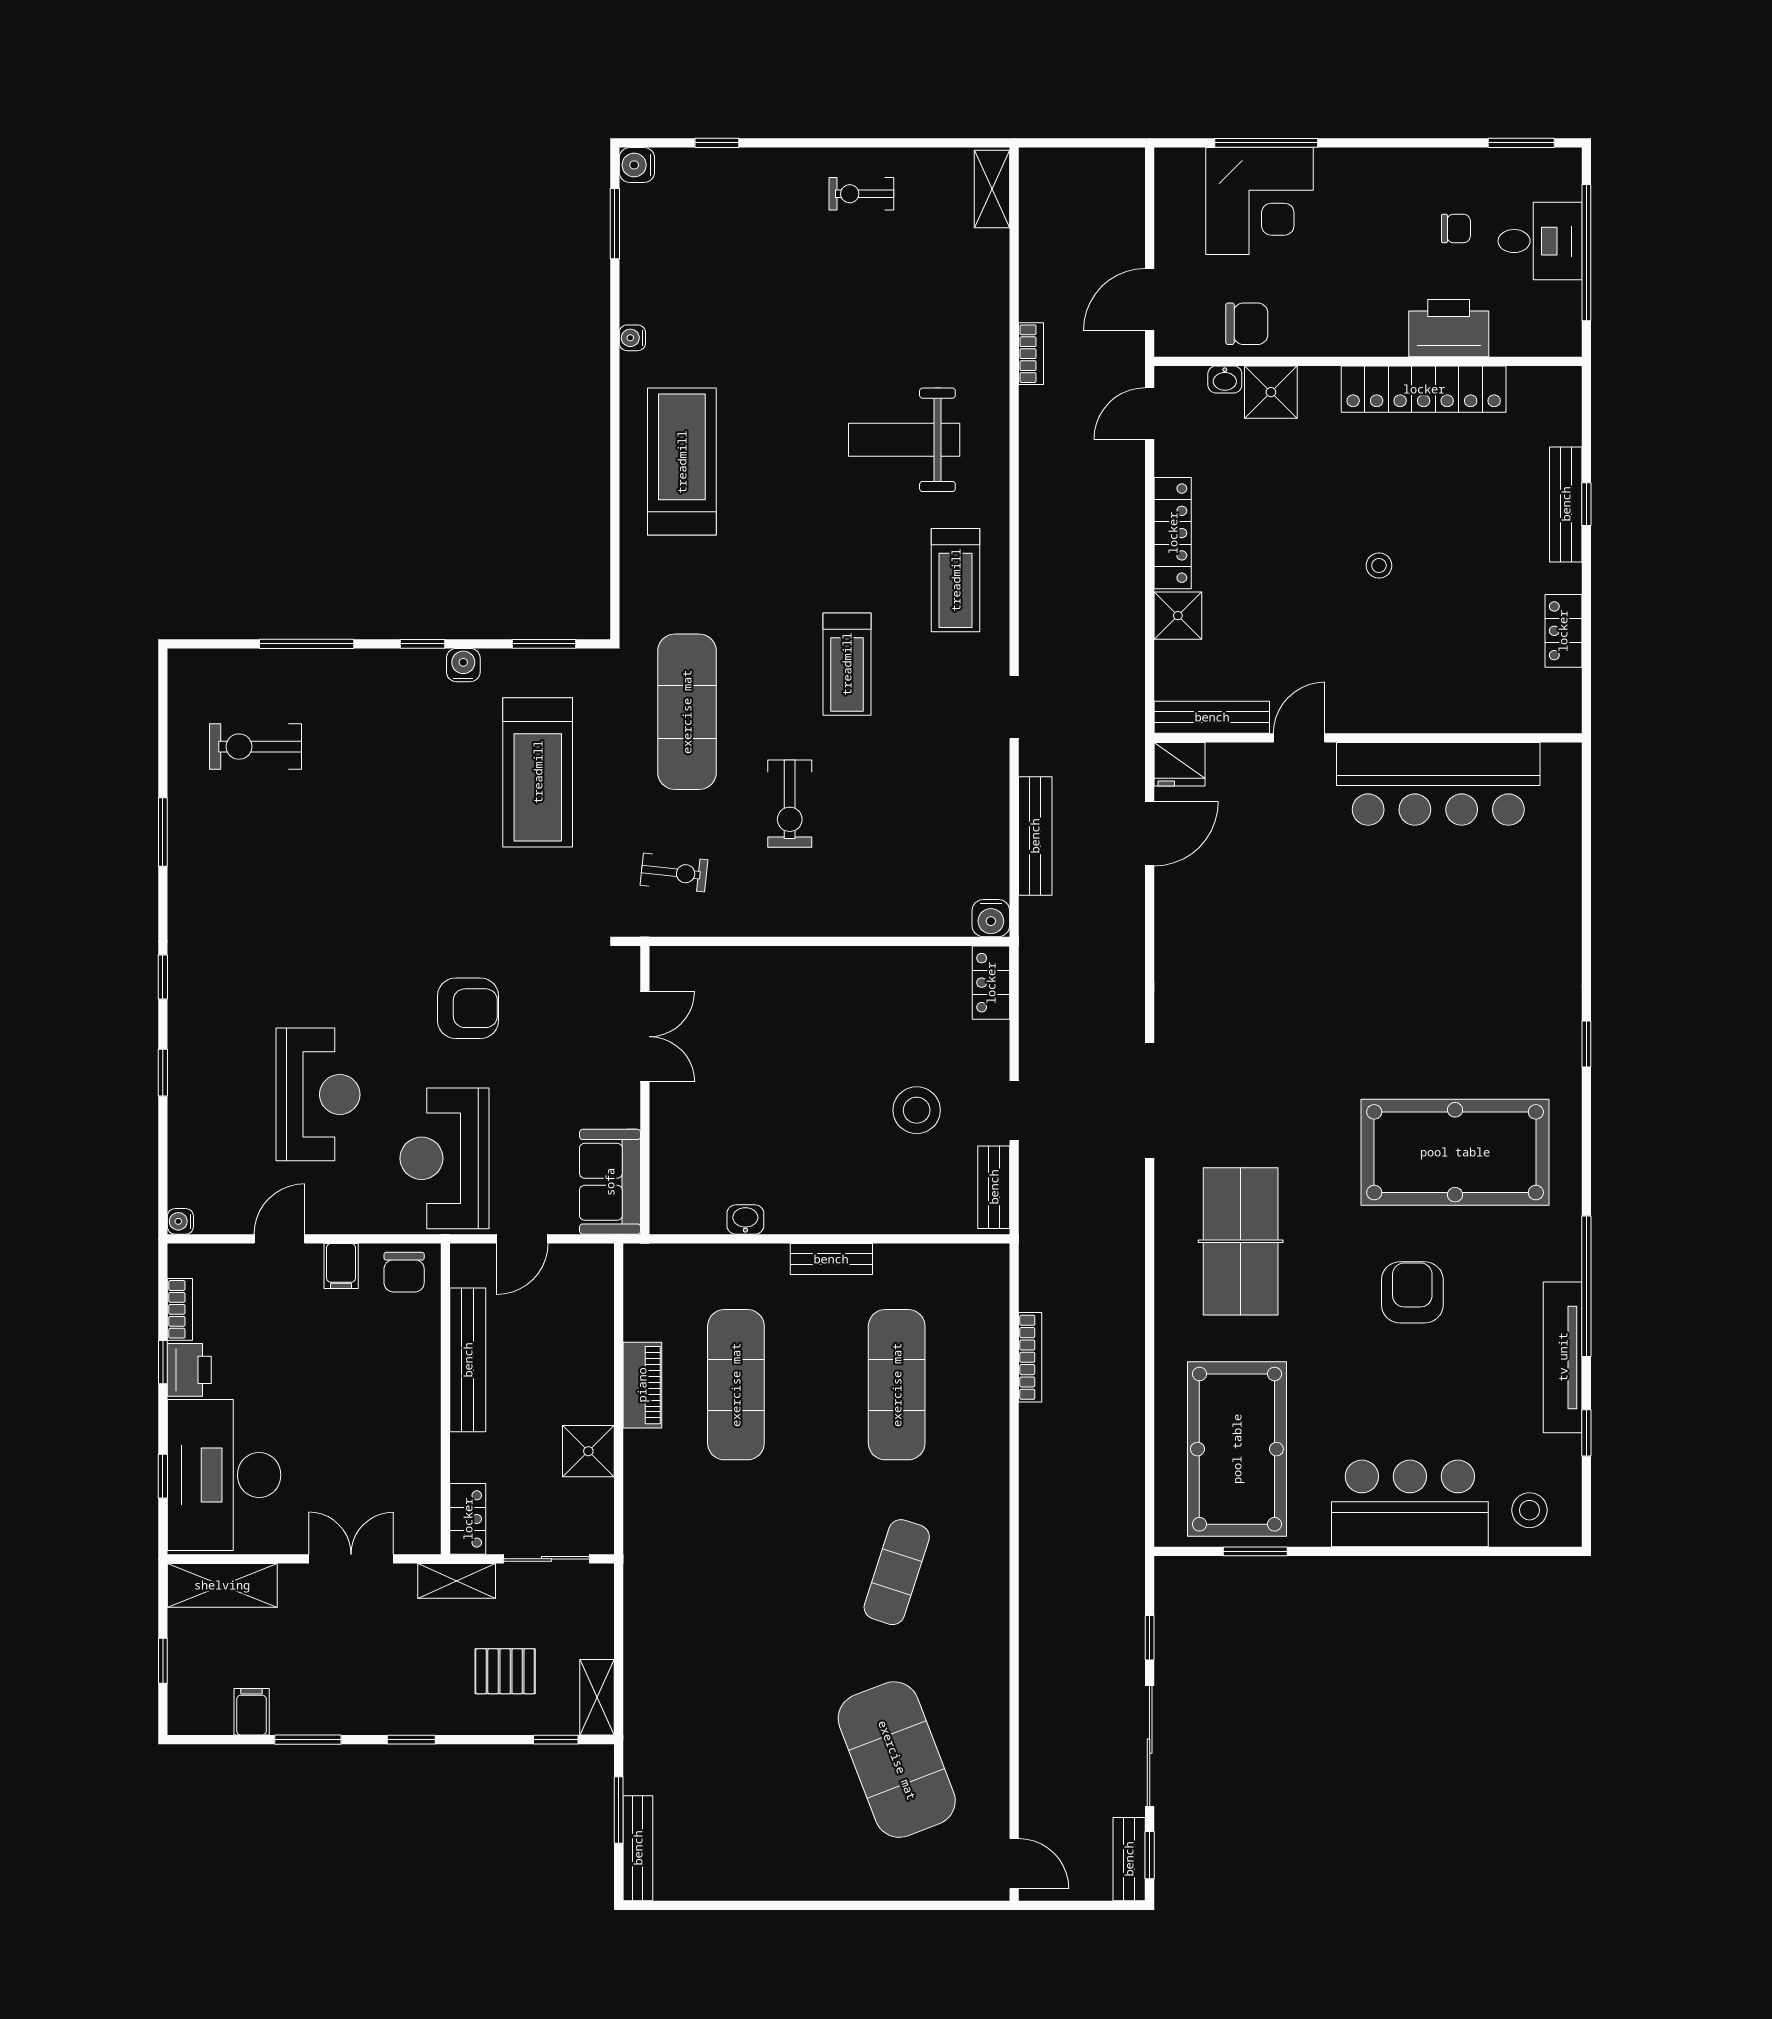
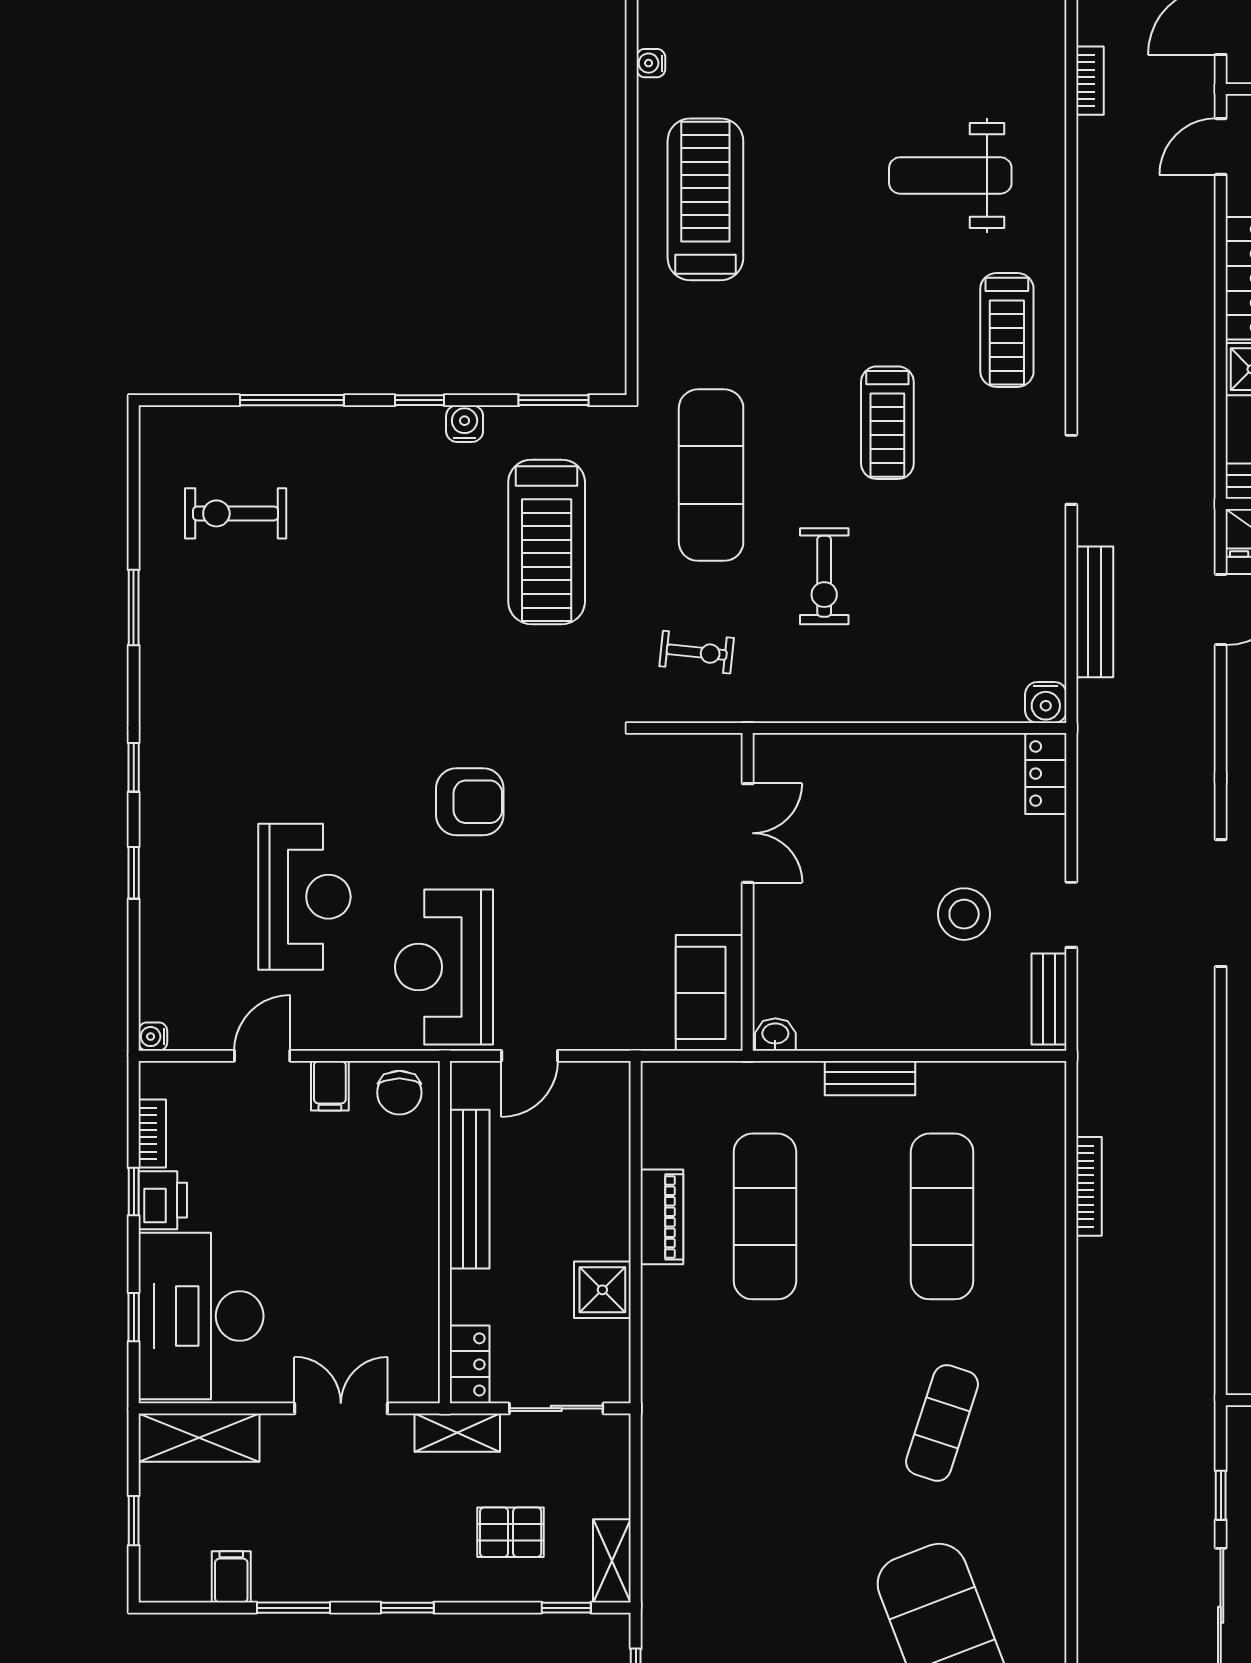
double door: (645, 1037) -> (748, 833), moved
wall: (645, 1090) -> (748, 892), moved
sofa: (610, 1182) -> (709, 993), moved

